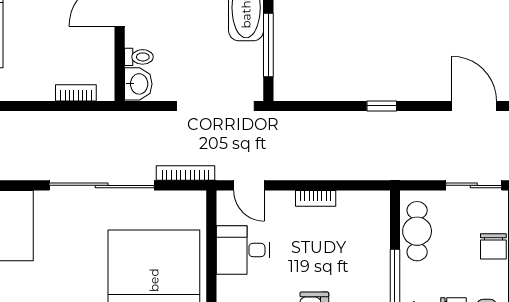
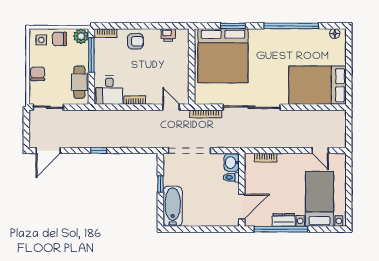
window: (268, 45) -> (160, 184), width x0.46
door: (474, 106) -> (48, 151), hinge flipped
desk: (243, 250) -> (109, 90), moved, turned 90

